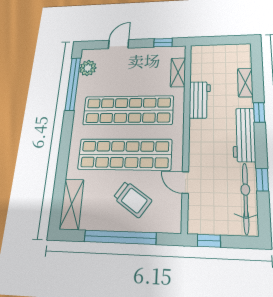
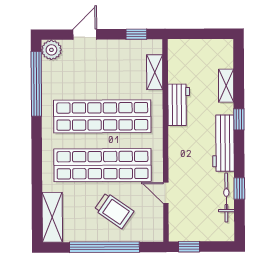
plant: (88, 68) -> (51, 50), moved
bicycle: (246, 198) -> (226, 197), width x0.73, depth x0.71

